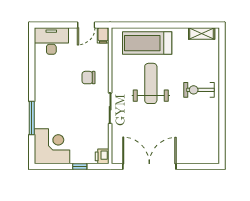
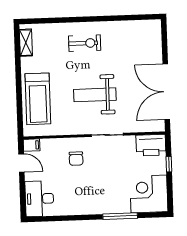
weight bench: (151, 83) -> (95, 95), moved
exercise bike: (199, 90) -> (85, 43), turned -90
printer: (102, 156) -> (151, 145), width x1.87, depth x1.48

